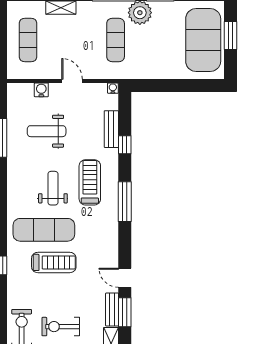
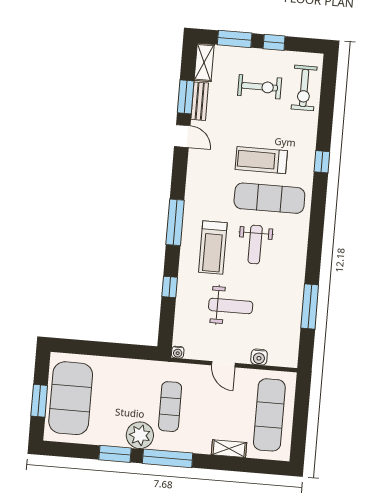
exercise mat: (28, 40) -> (269, 415), width x1.36, depth x1.45
bench: (111, 129) -> (183, 306), removed
weight bench: (47, 131) -> (231, 306), moved

